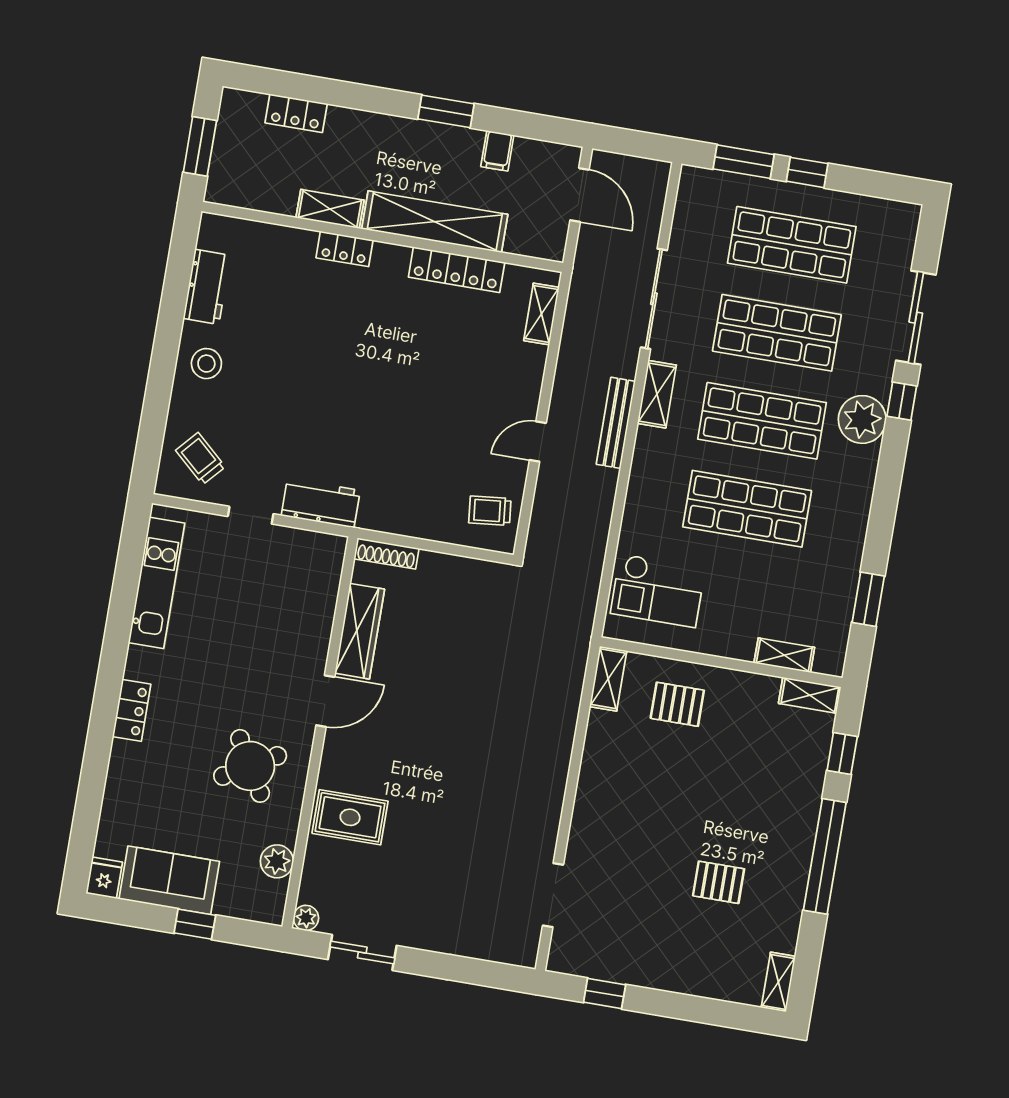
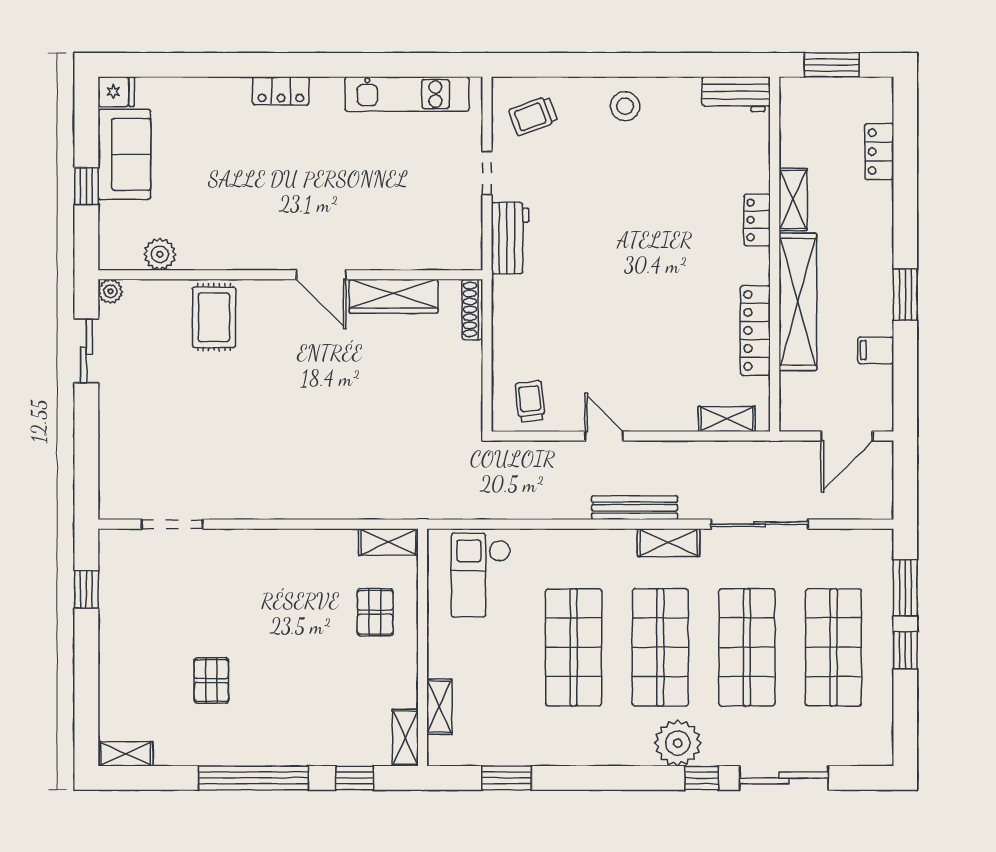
workbench: (207, 287) -> (736, 94), moved
trolley: (200, 459) -> (533, 116), turned -152
round table: (250, 766) -> (247, 213), removed

